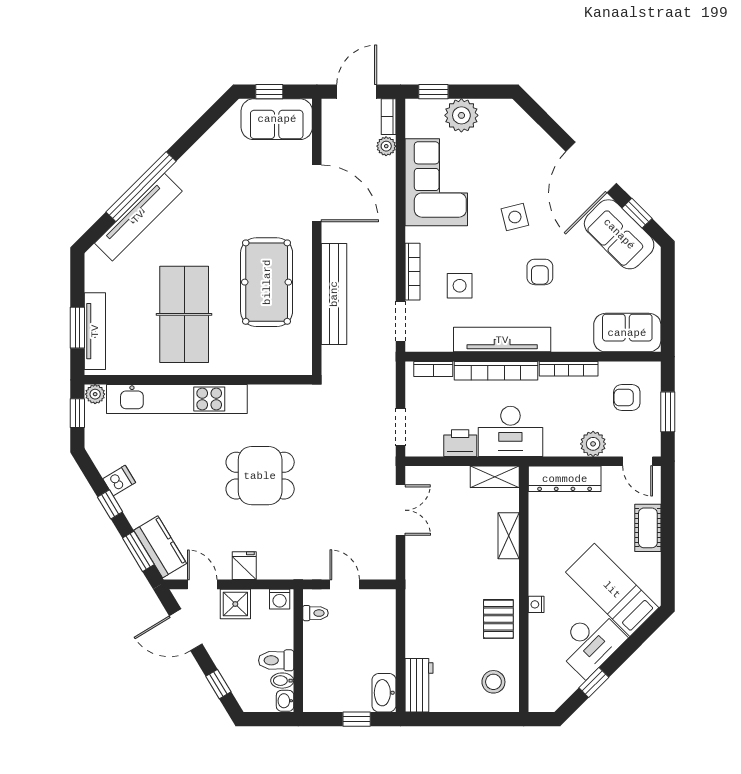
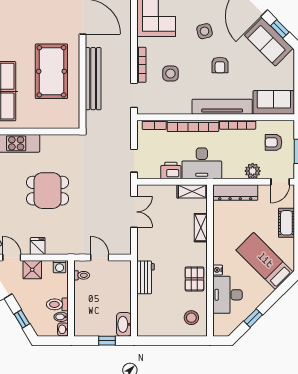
tv unit: (502, 340) -> (222, 107), moved
door: (638, 461) -> (280, 182), hinge flipped
desk: (590, 642) -> (227, 295), moved, turned 135
workbench: (419, 685) -> (145, 277), moved

